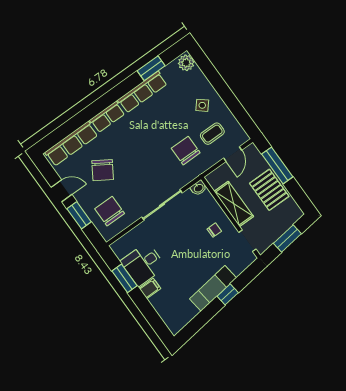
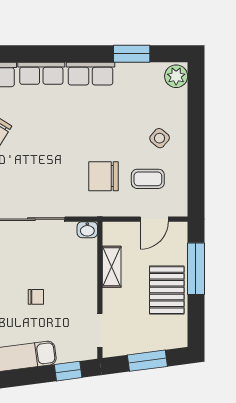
row of seats: (142, 92) -> (90, 74), width x0.68
chair: (186, 151) -> (103, 176), turned -90
shelving: (234, 204) -> (112, 267), width x0.67, depth x0.75
chair: (214, 230) -> (36, 297), moved
window: (228, 294) -> (68, 371), moved

